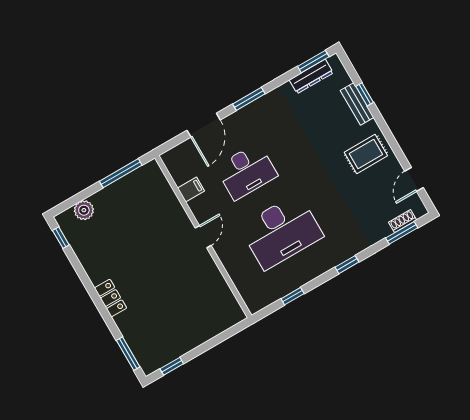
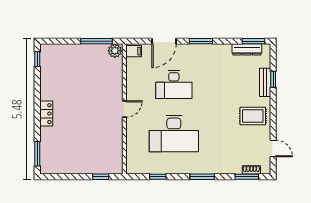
door: (414, 179) -> (273, 148), swing flipped
filing cabinet: (191, 189) -> (134, 51), moved
plant: (84, 210) -> (115, 51), moved
window: (347, 265) -> (202, 177), width x1.50
window: (172, 366) -> (101, 177), moved

